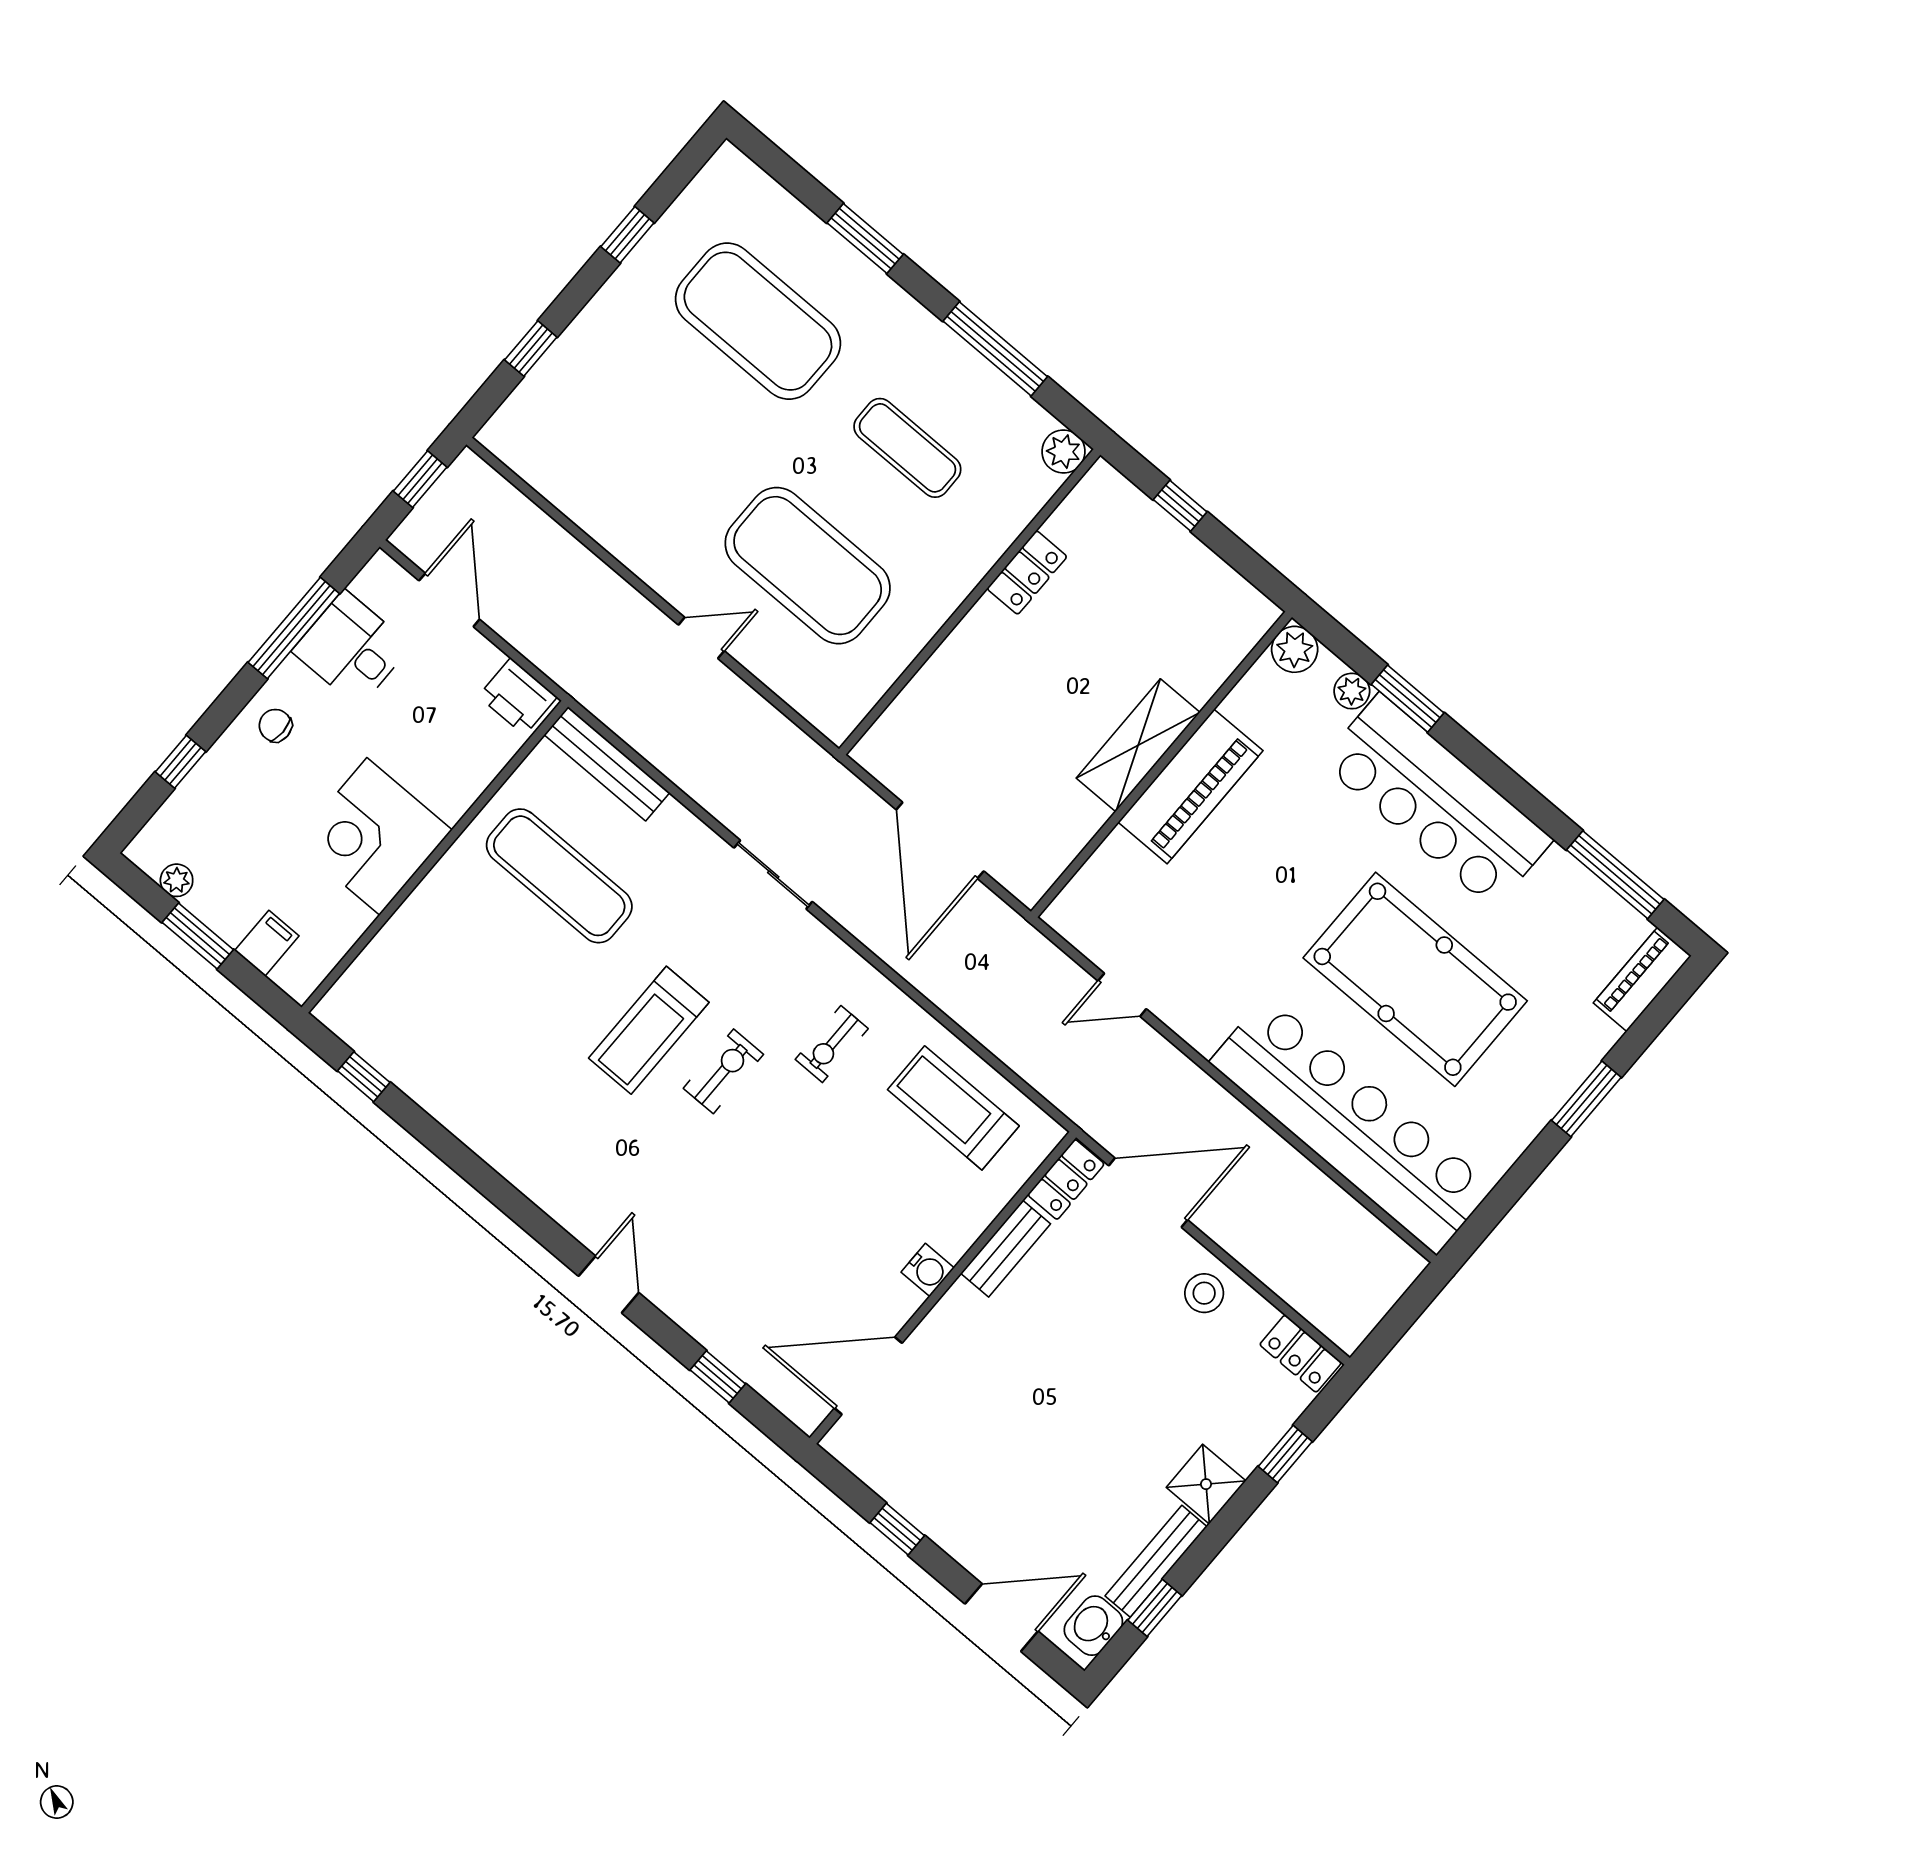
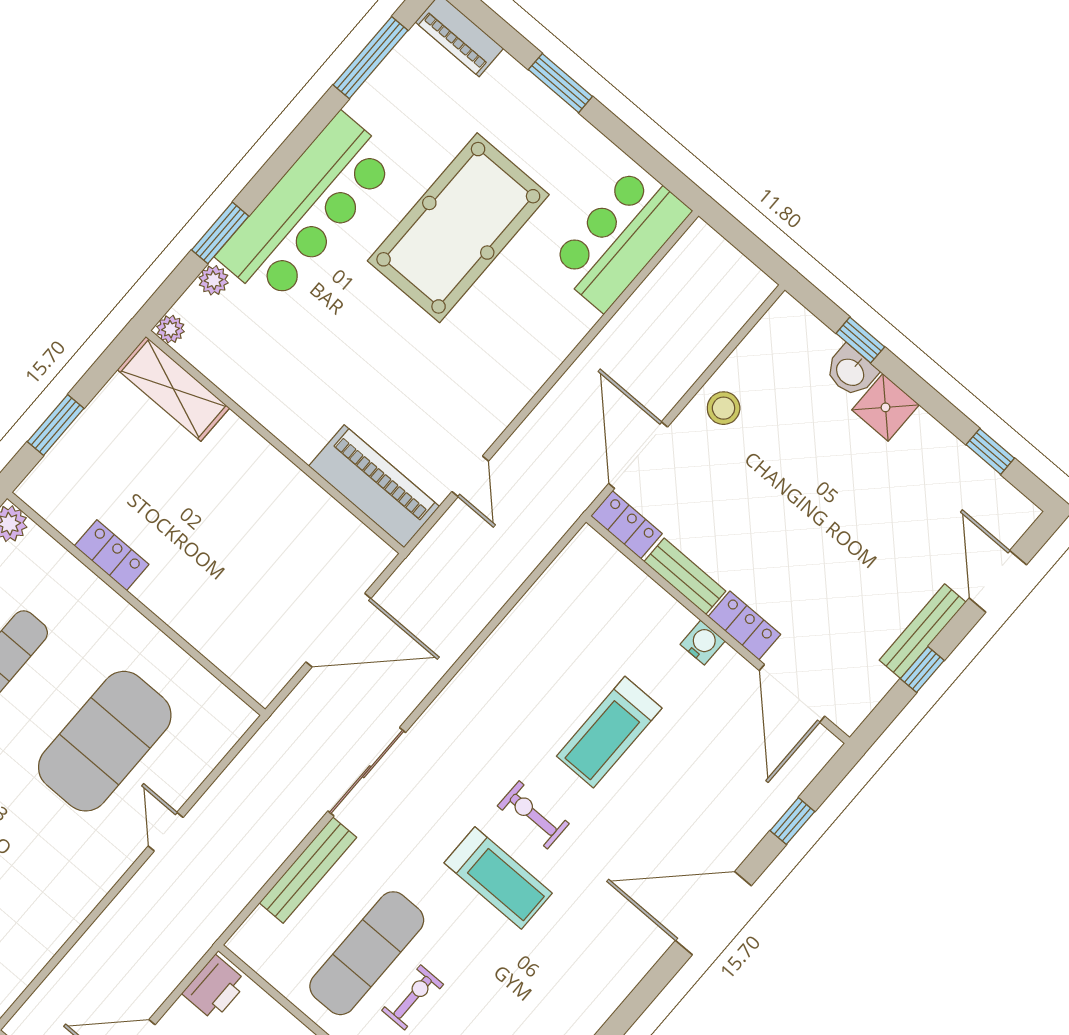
window: (1180, 506) -> (56, 425), width x1.50
plant: (1295, 649) -> (170, 329), width x0.73, depth x0.73
shelving: (1138, 745) -> (173, 389), moved
bench: (607, 764) -> (308, 870), moved
piano: (1191, 786) -> (374, 486), moved
sliding door: (773, 875) -> (367, 772), width x1.37
exercise bike: (832, 1044) -> (413, 997), moved, turned -90
treadmill: (953, 1108) -> (609, 732), moved
bar counter: (1351, 1125) -> (620, 238), width x0.54
door: (609, 1284) -> (713, 913), width x1.87
locker: (1301, 1354) -> (744, 625), moved, turned -90
bench: (1156, 1561) -> (923, 631), moved, turned 90
washbasin: (1093, 1626) -> (851, 371), moved

